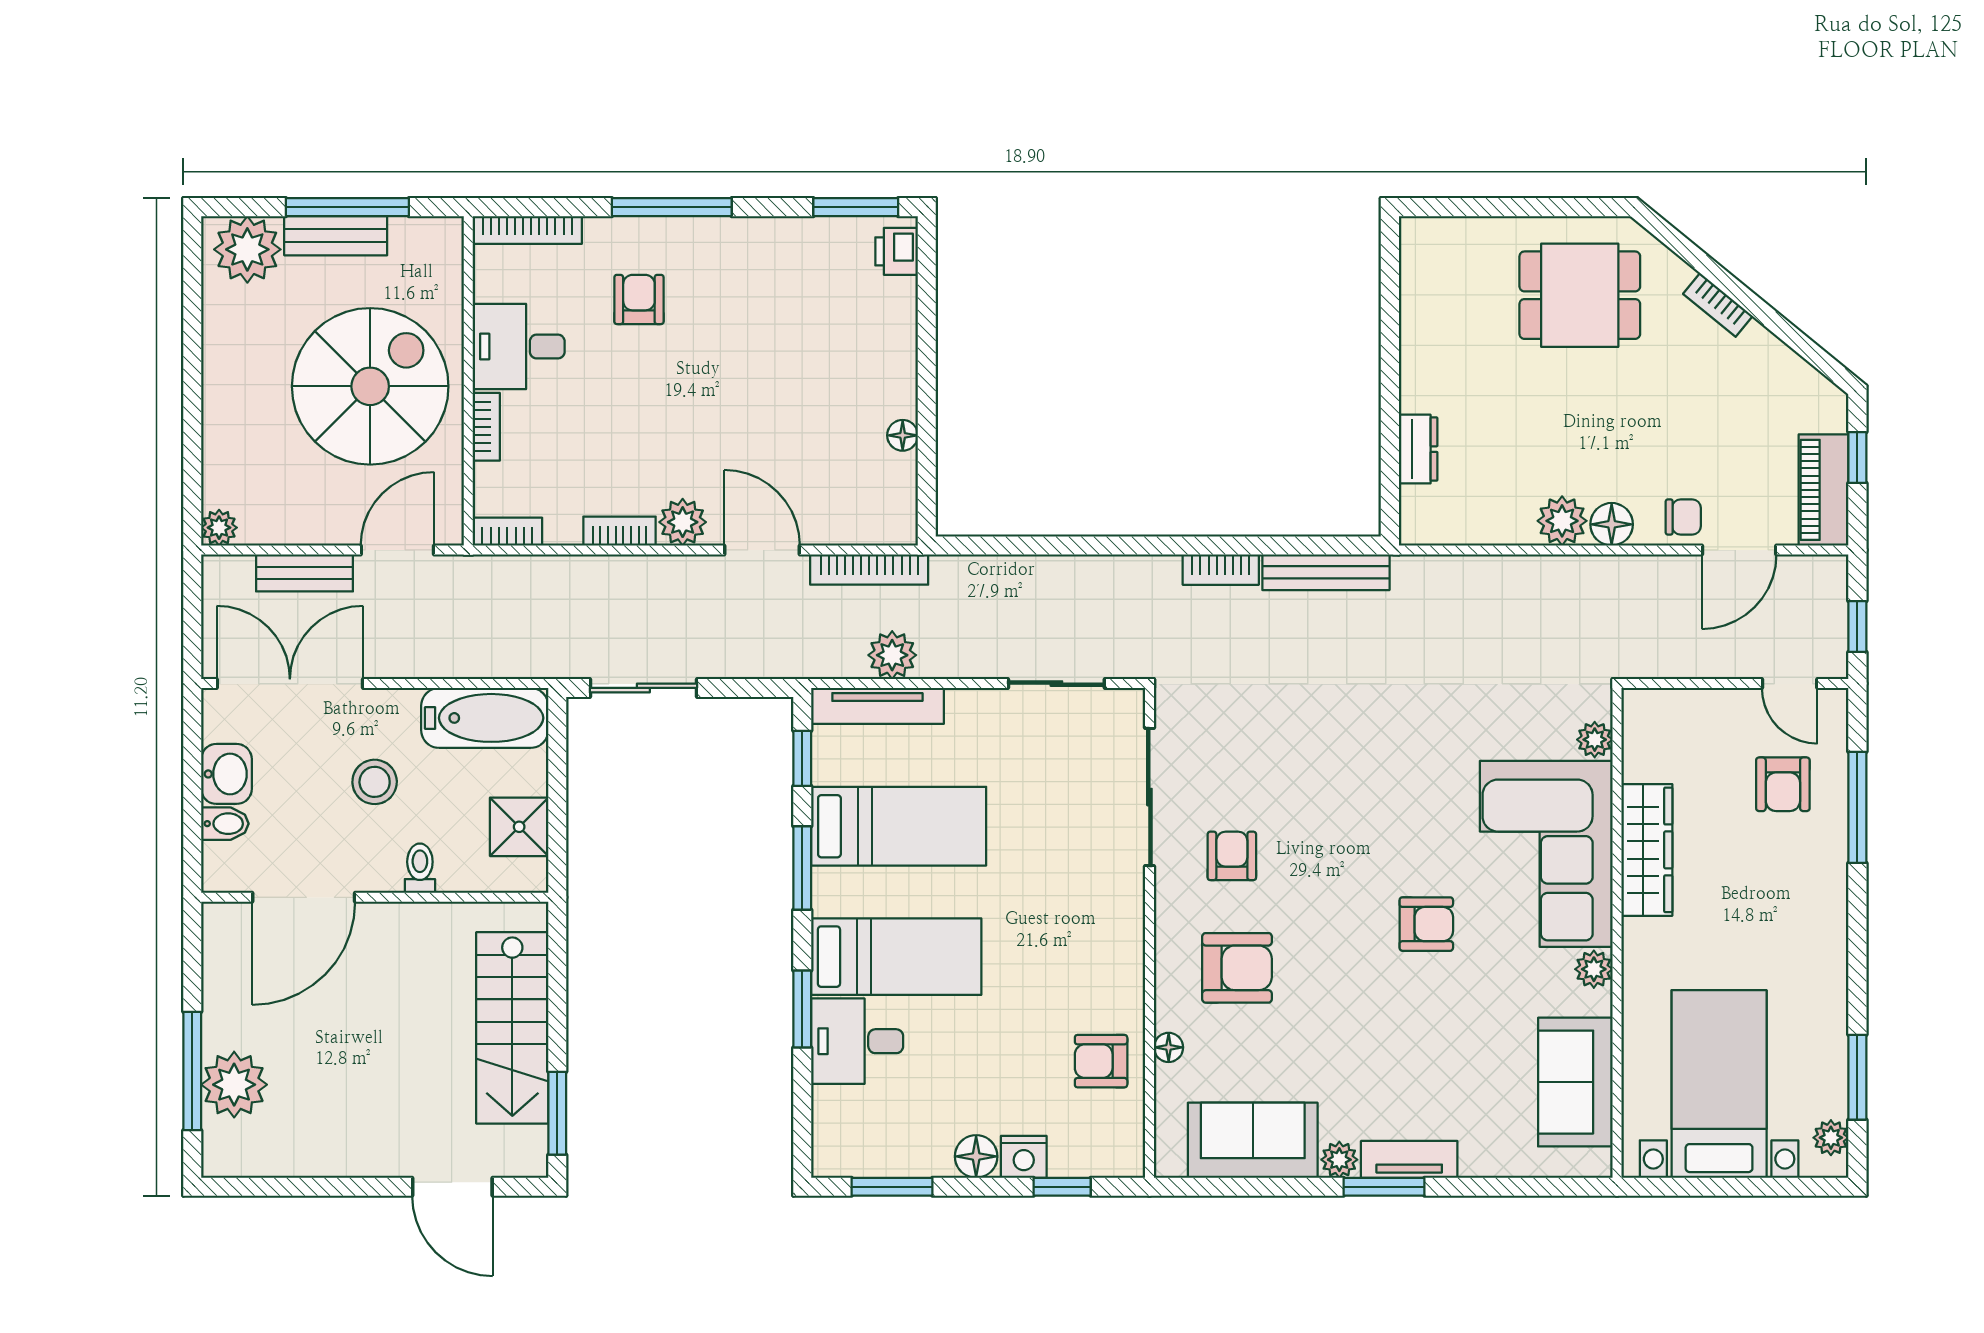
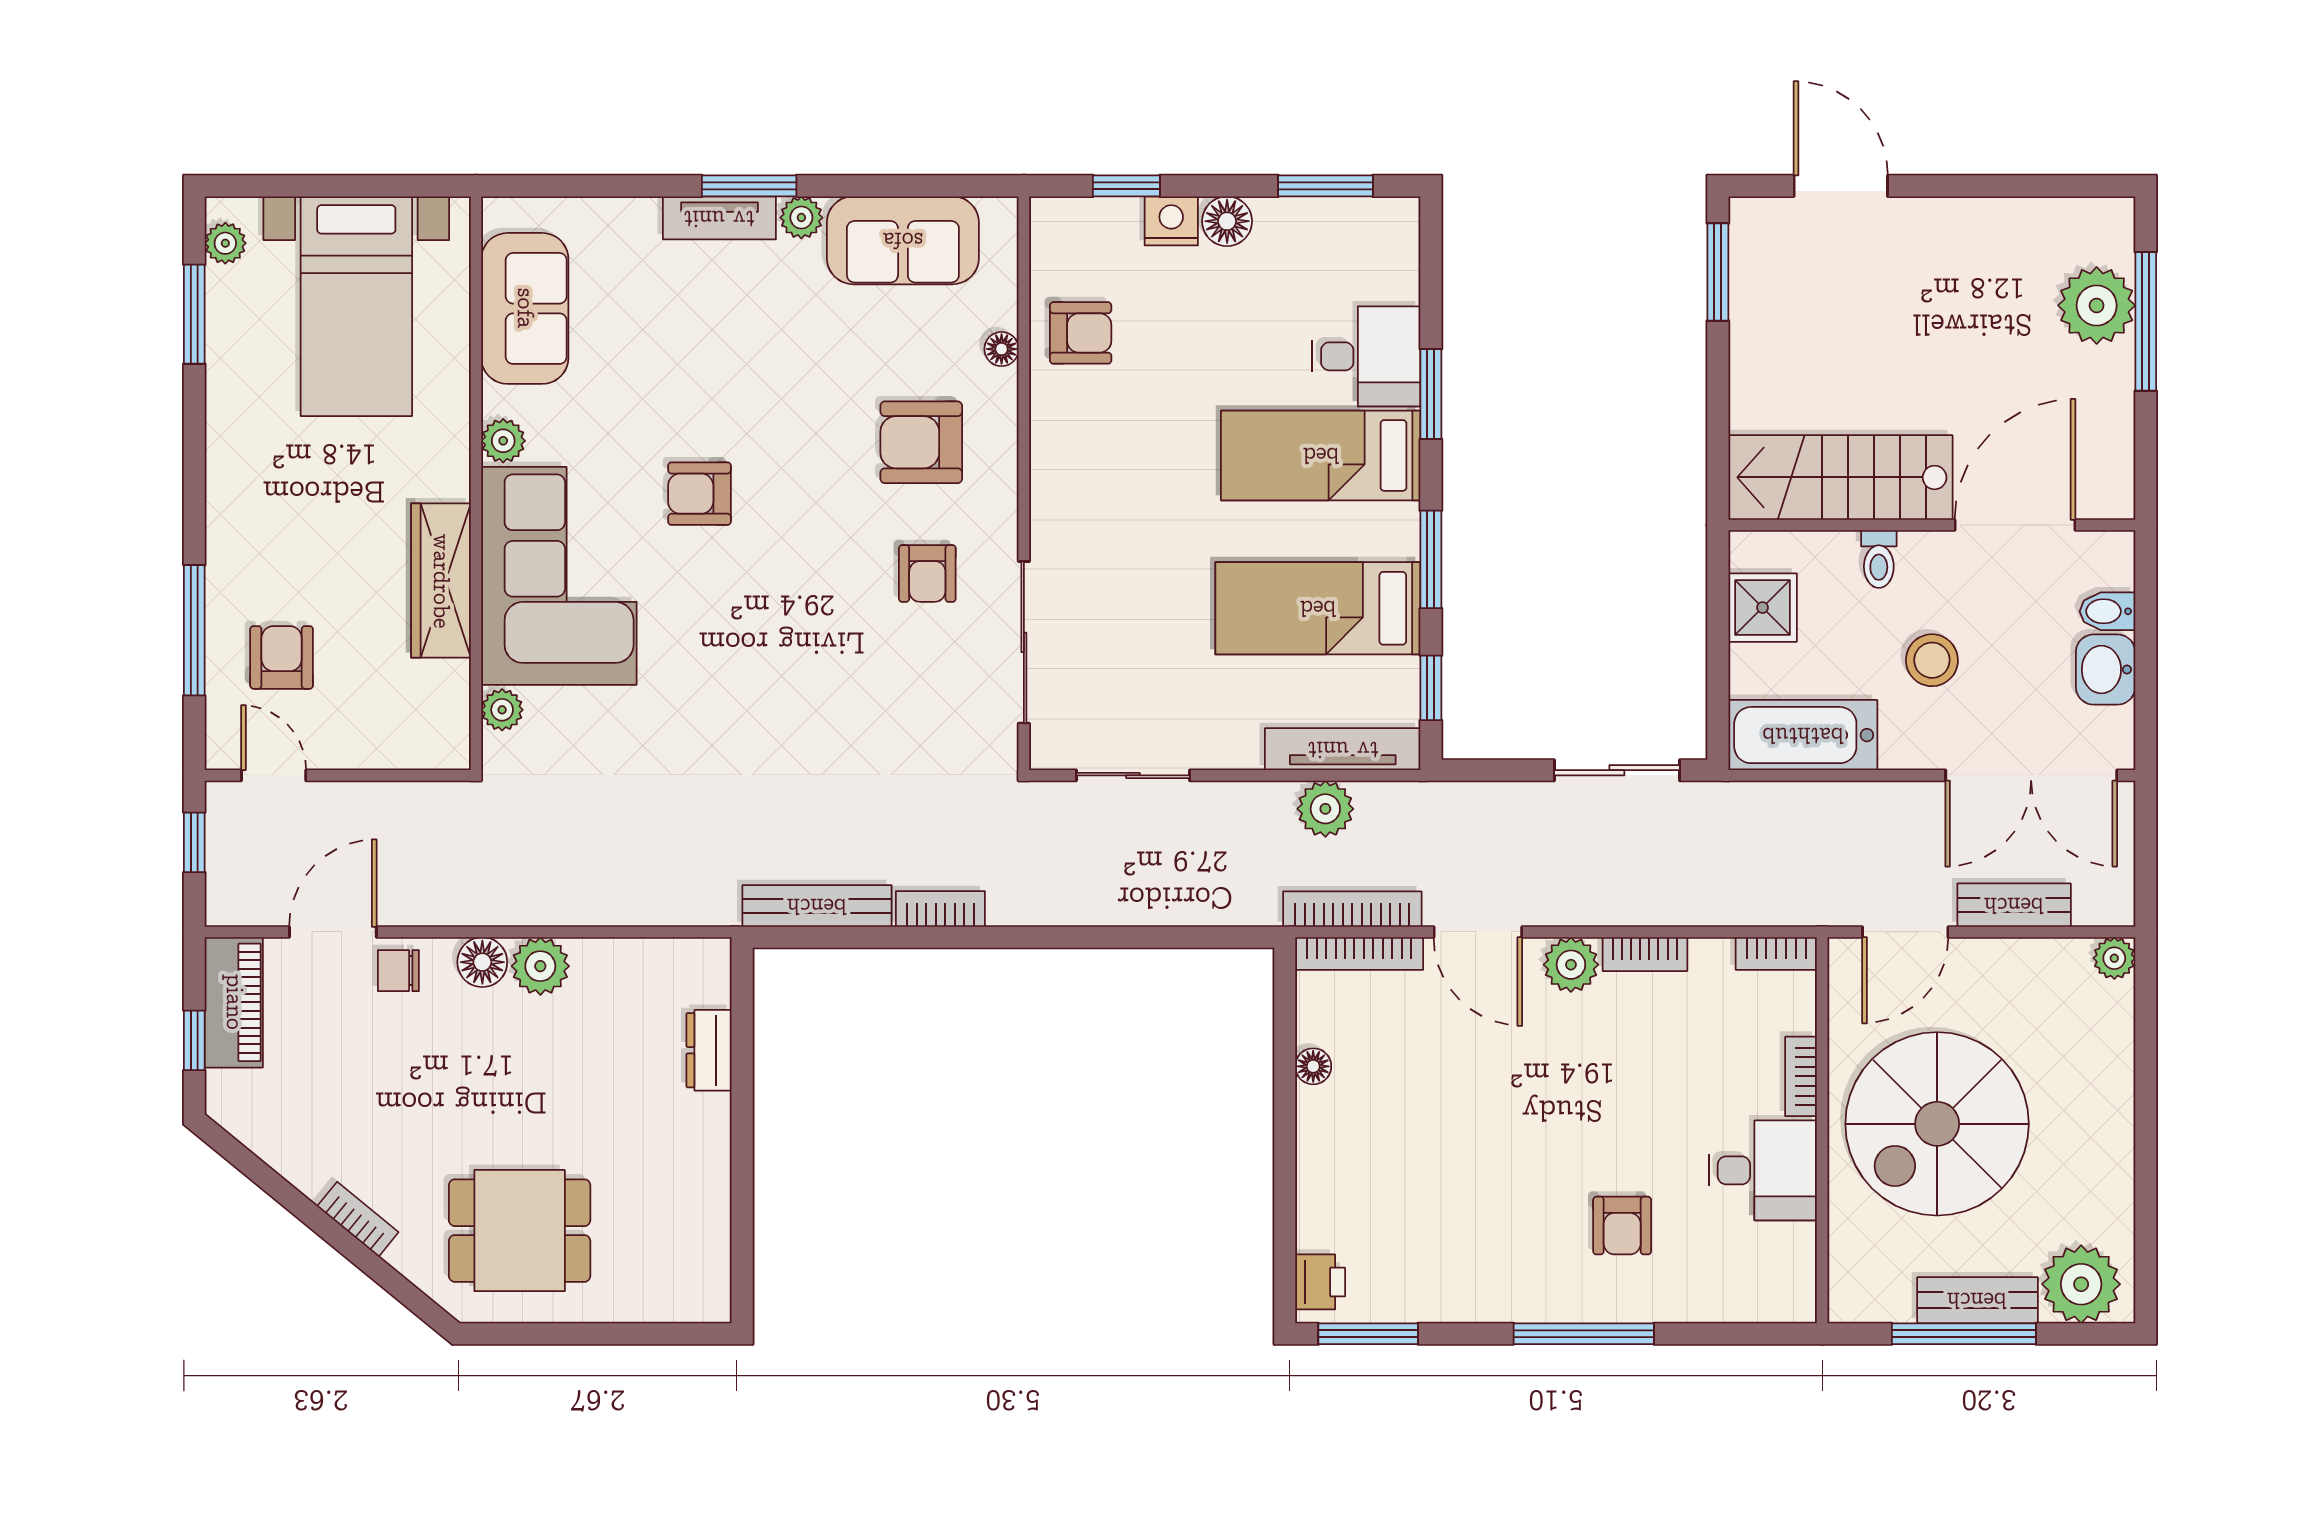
bookcase: (527, 230) -> (1359, 954), moved, turned 180
stairs: (512, 1028) -> (1840, 477), moved, turned -90

